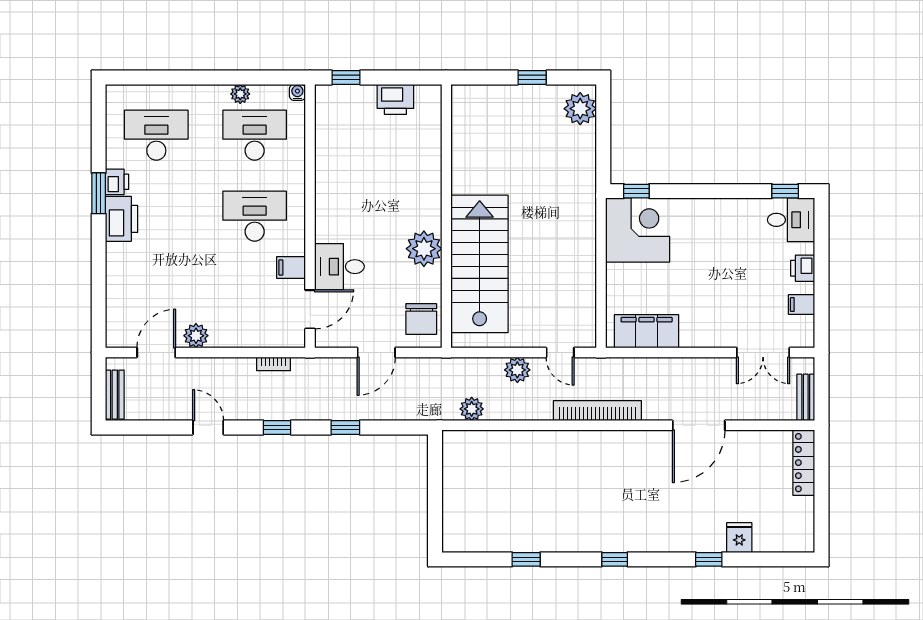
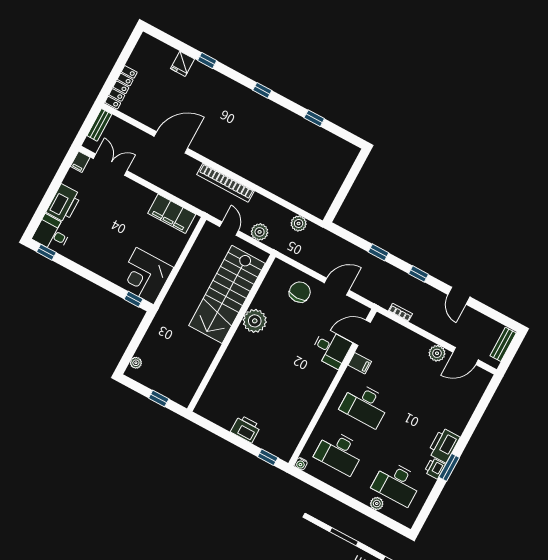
plant: (240, 94) -> (377, 504), moved
plant: (580, 109) -> (136, 363), width x0.53, depth x0.53
wall: (446, 216) -> (231, 333), moved
plant: (424, 249) -> (255, 321), moved
stairs: (480, 264) -> (227, 294), moved
printer: (803, 268) -> (64, 203), width x1.87, depth x1.48
filing cabinet: (802, 305) -> (80, 162), moved, turned 90

